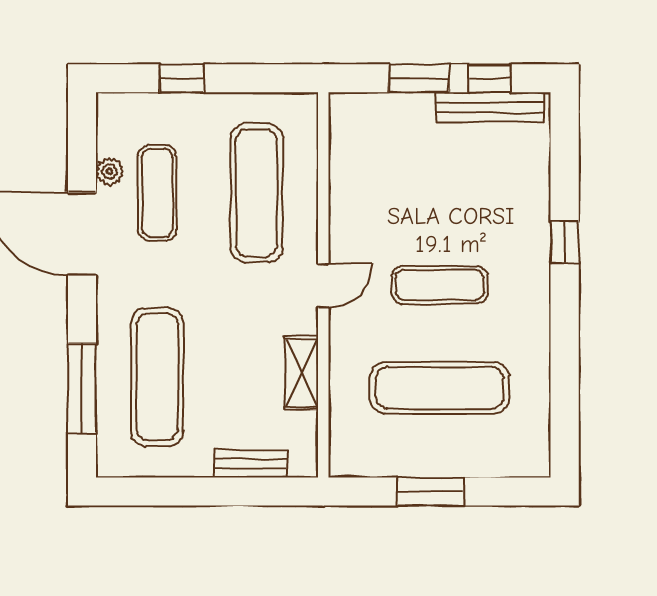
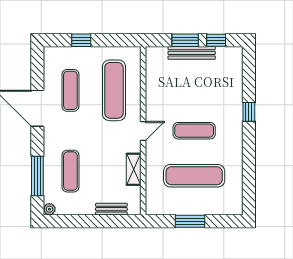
bench: (490, 107) -> (192, 53), moved
plant: (109, 171) -> (49, 209), moved
exercise mat: (157, 377) -> (70, 171), width x0.73, depth x0.69

